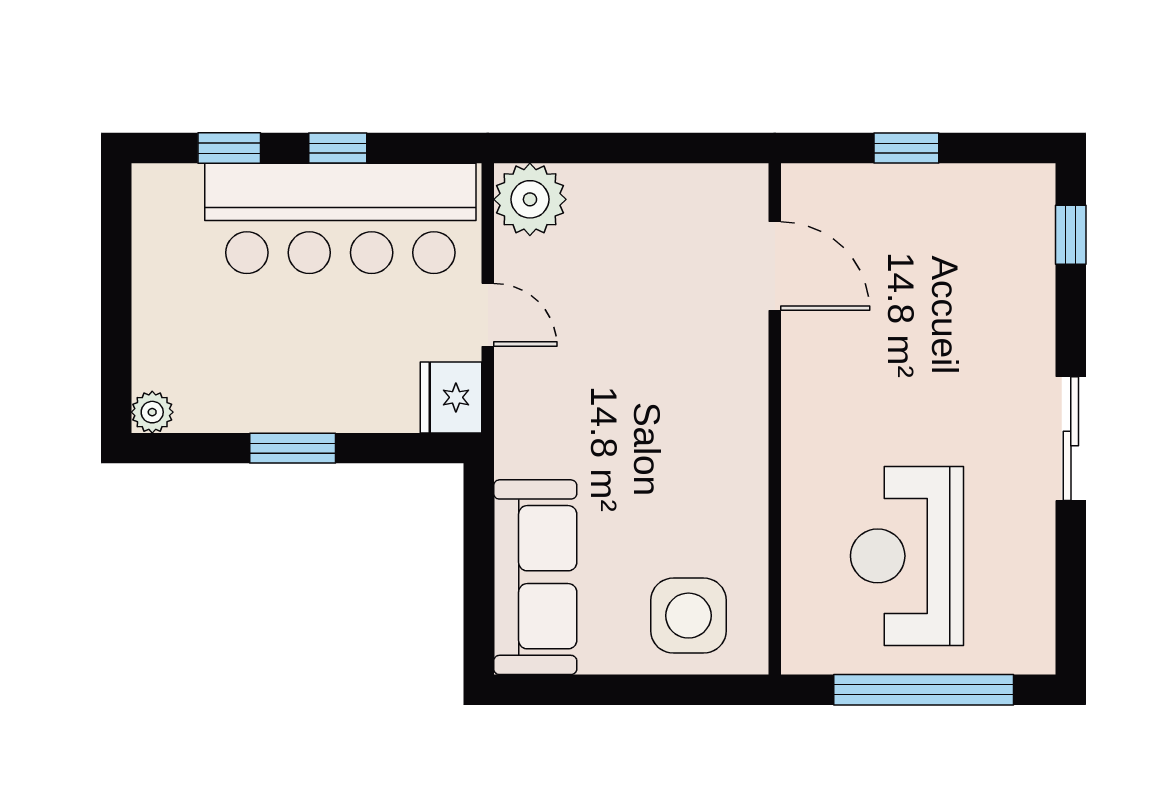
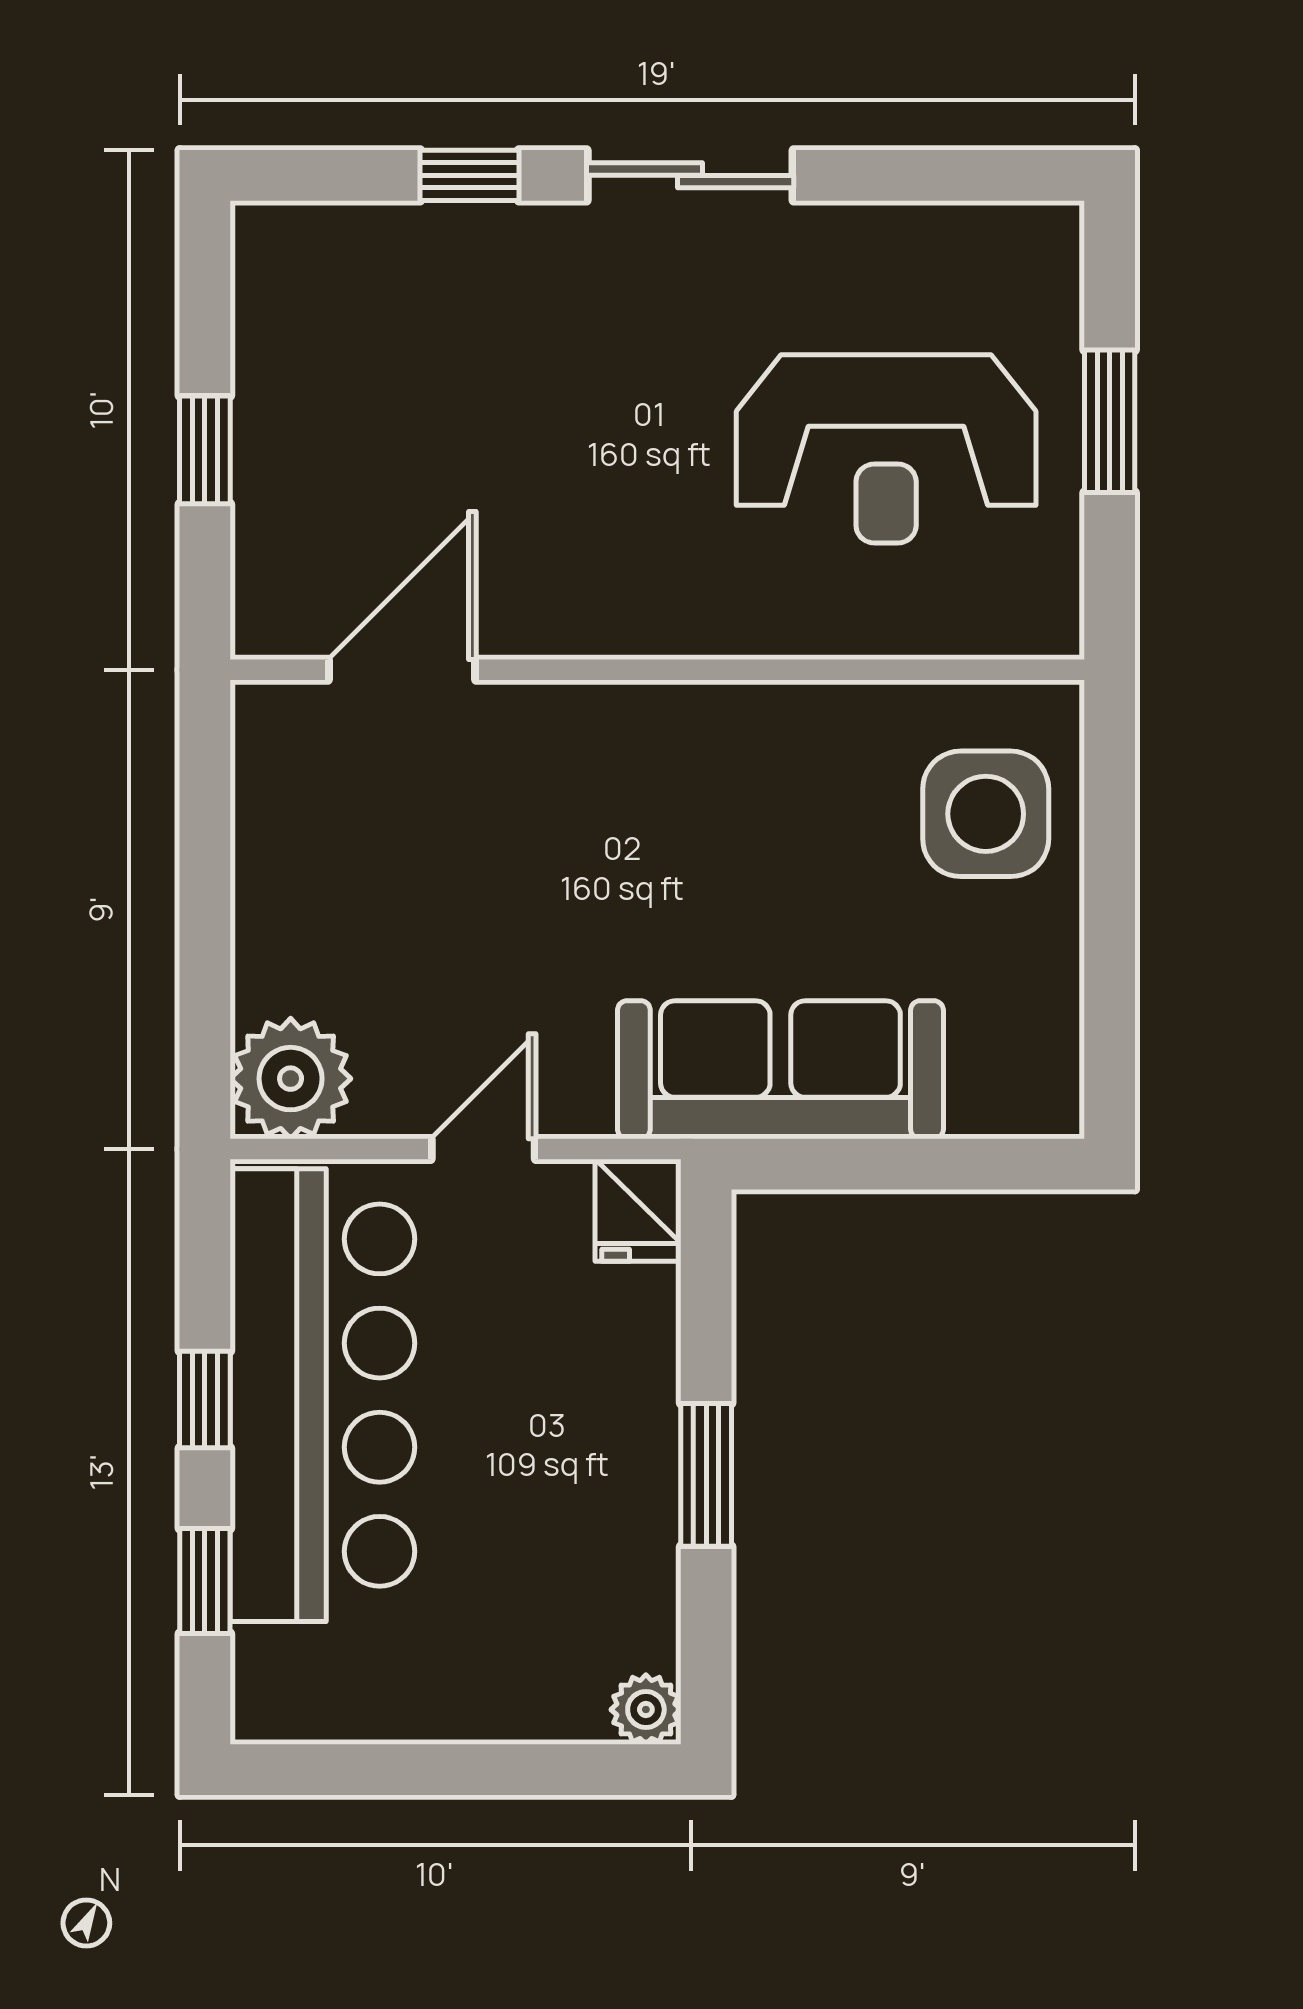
window: (1071, 235) -> (469, 175), moved
fridge: (451, 397) -> (638, 1210), width x0.72
sofa: (535, 577) -> (780, 1070), moved
window: (924, 690) -> (1110, 421), width x0.47

